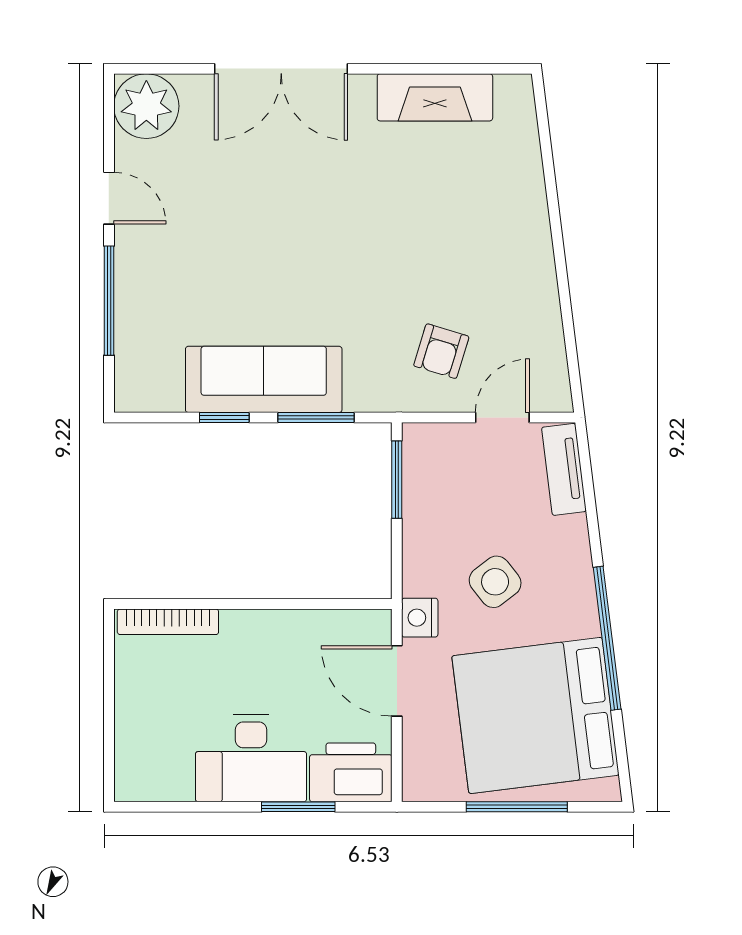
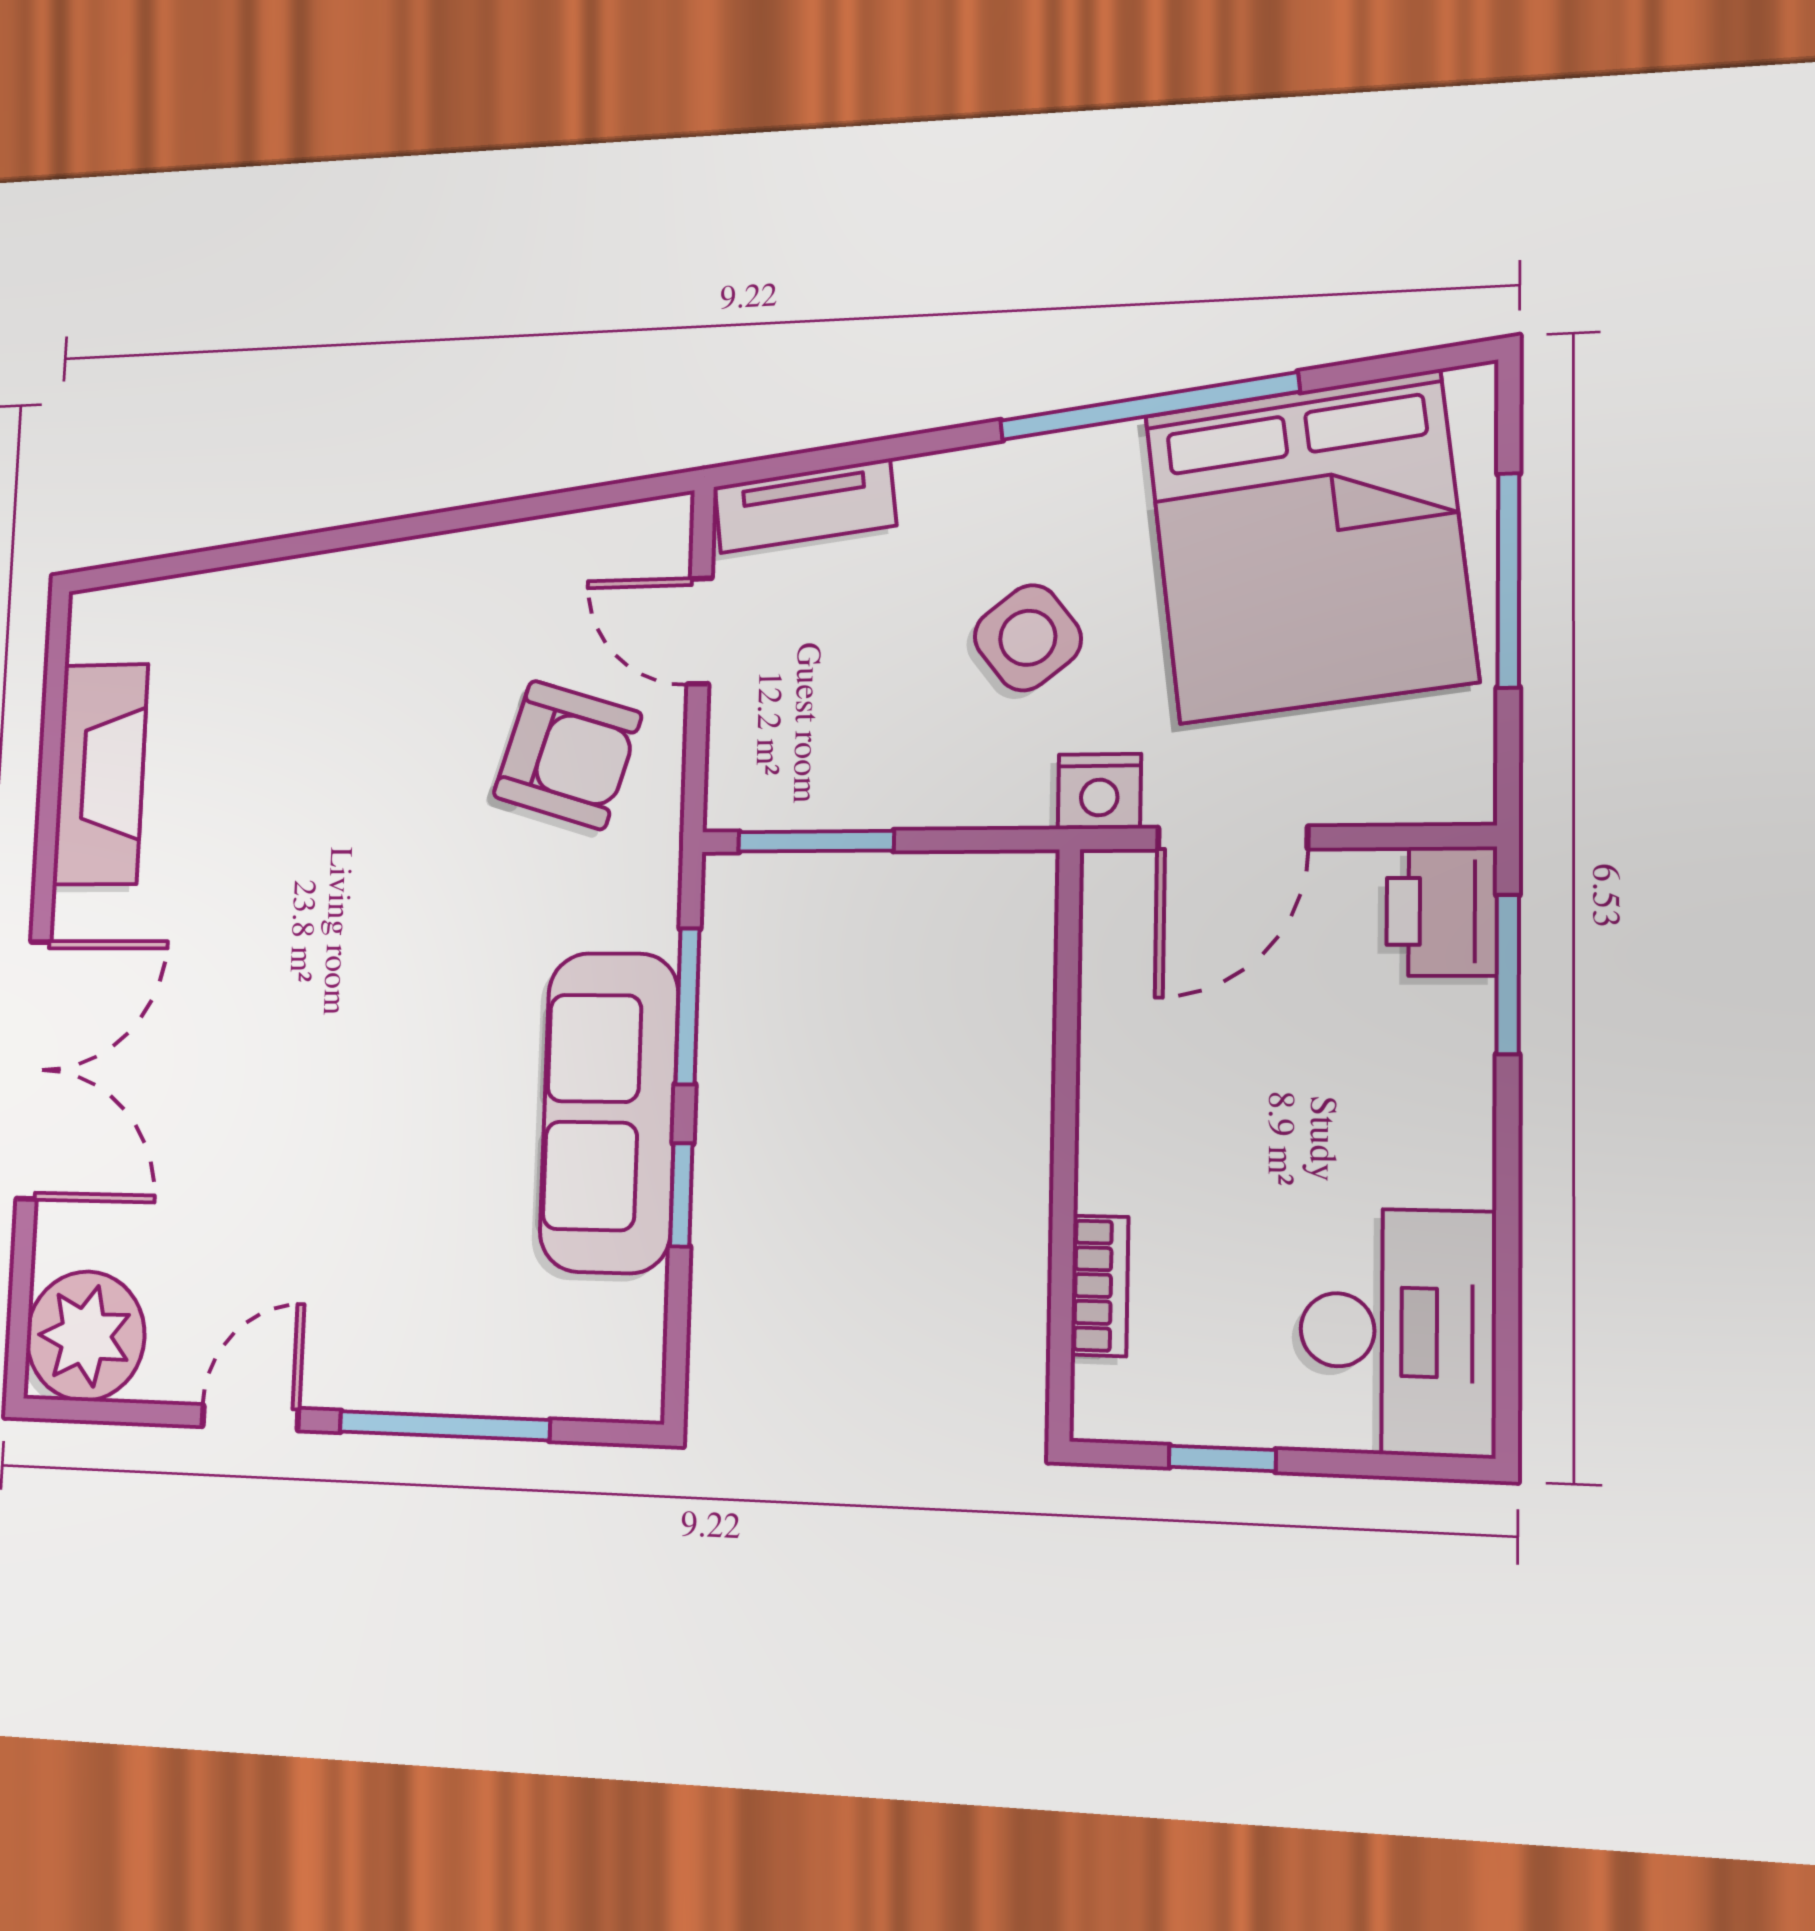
armchair: (441, 351) -> (567, 755), width x1.38, depth x1.38
bookcase: (168, 622) -> (1100, 1286), width x0.64
window: (109, 680) -> (1222, 1458), added
desk: (251, 758) -> (1398, 1332), moved
printer: (351, 772) -> (1442, 911), width x0.73, depth x0.84
window: (298, 807) -> (1508, 974), moved

